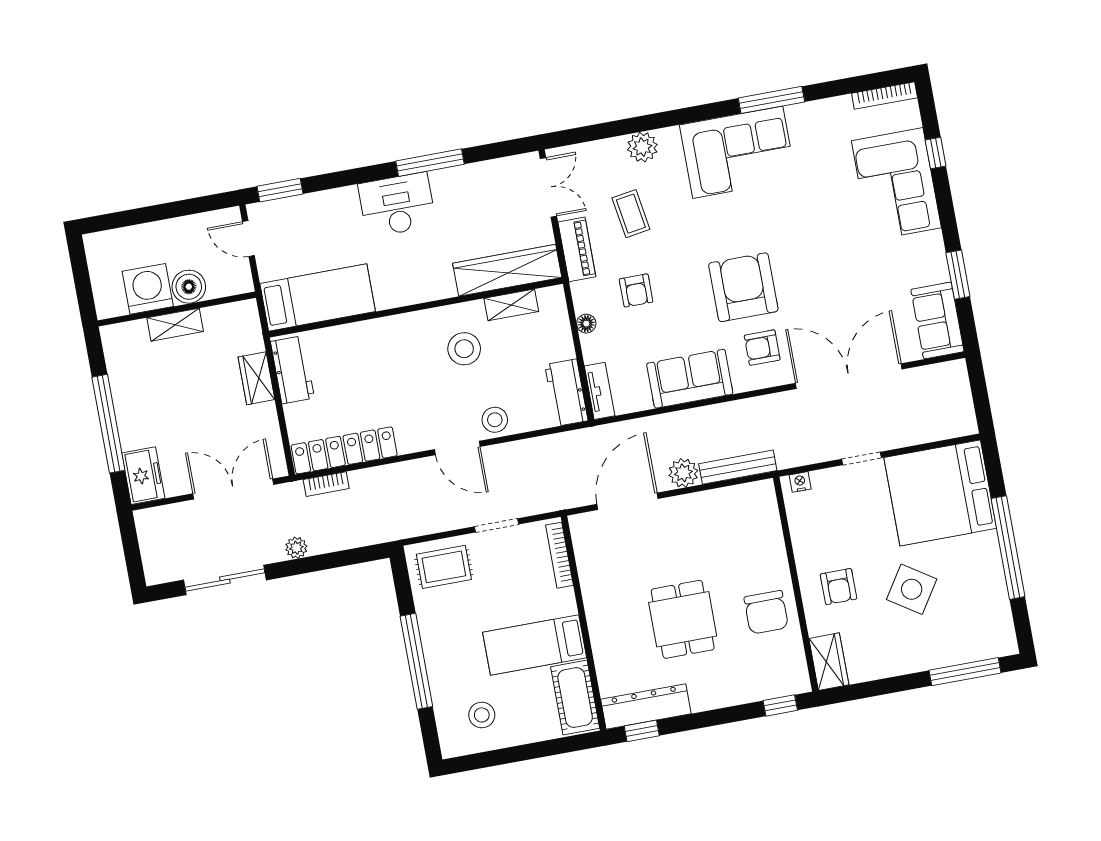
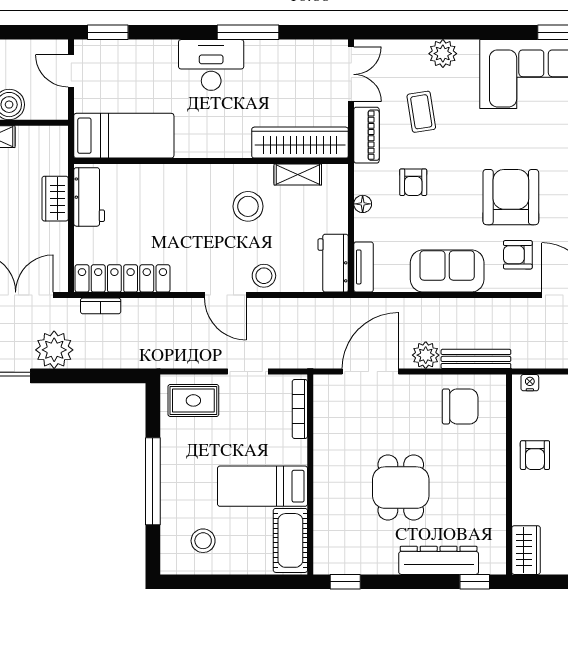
plant: (296, 548) -> (54, 350), width x1.87, depth x1.87
armchair: (838, 587) -> (535, 455), moved
chair: (766, 612) -> (460, 406), moved, turned -90
dresser: (646, 707) -> (439, 560), moved

